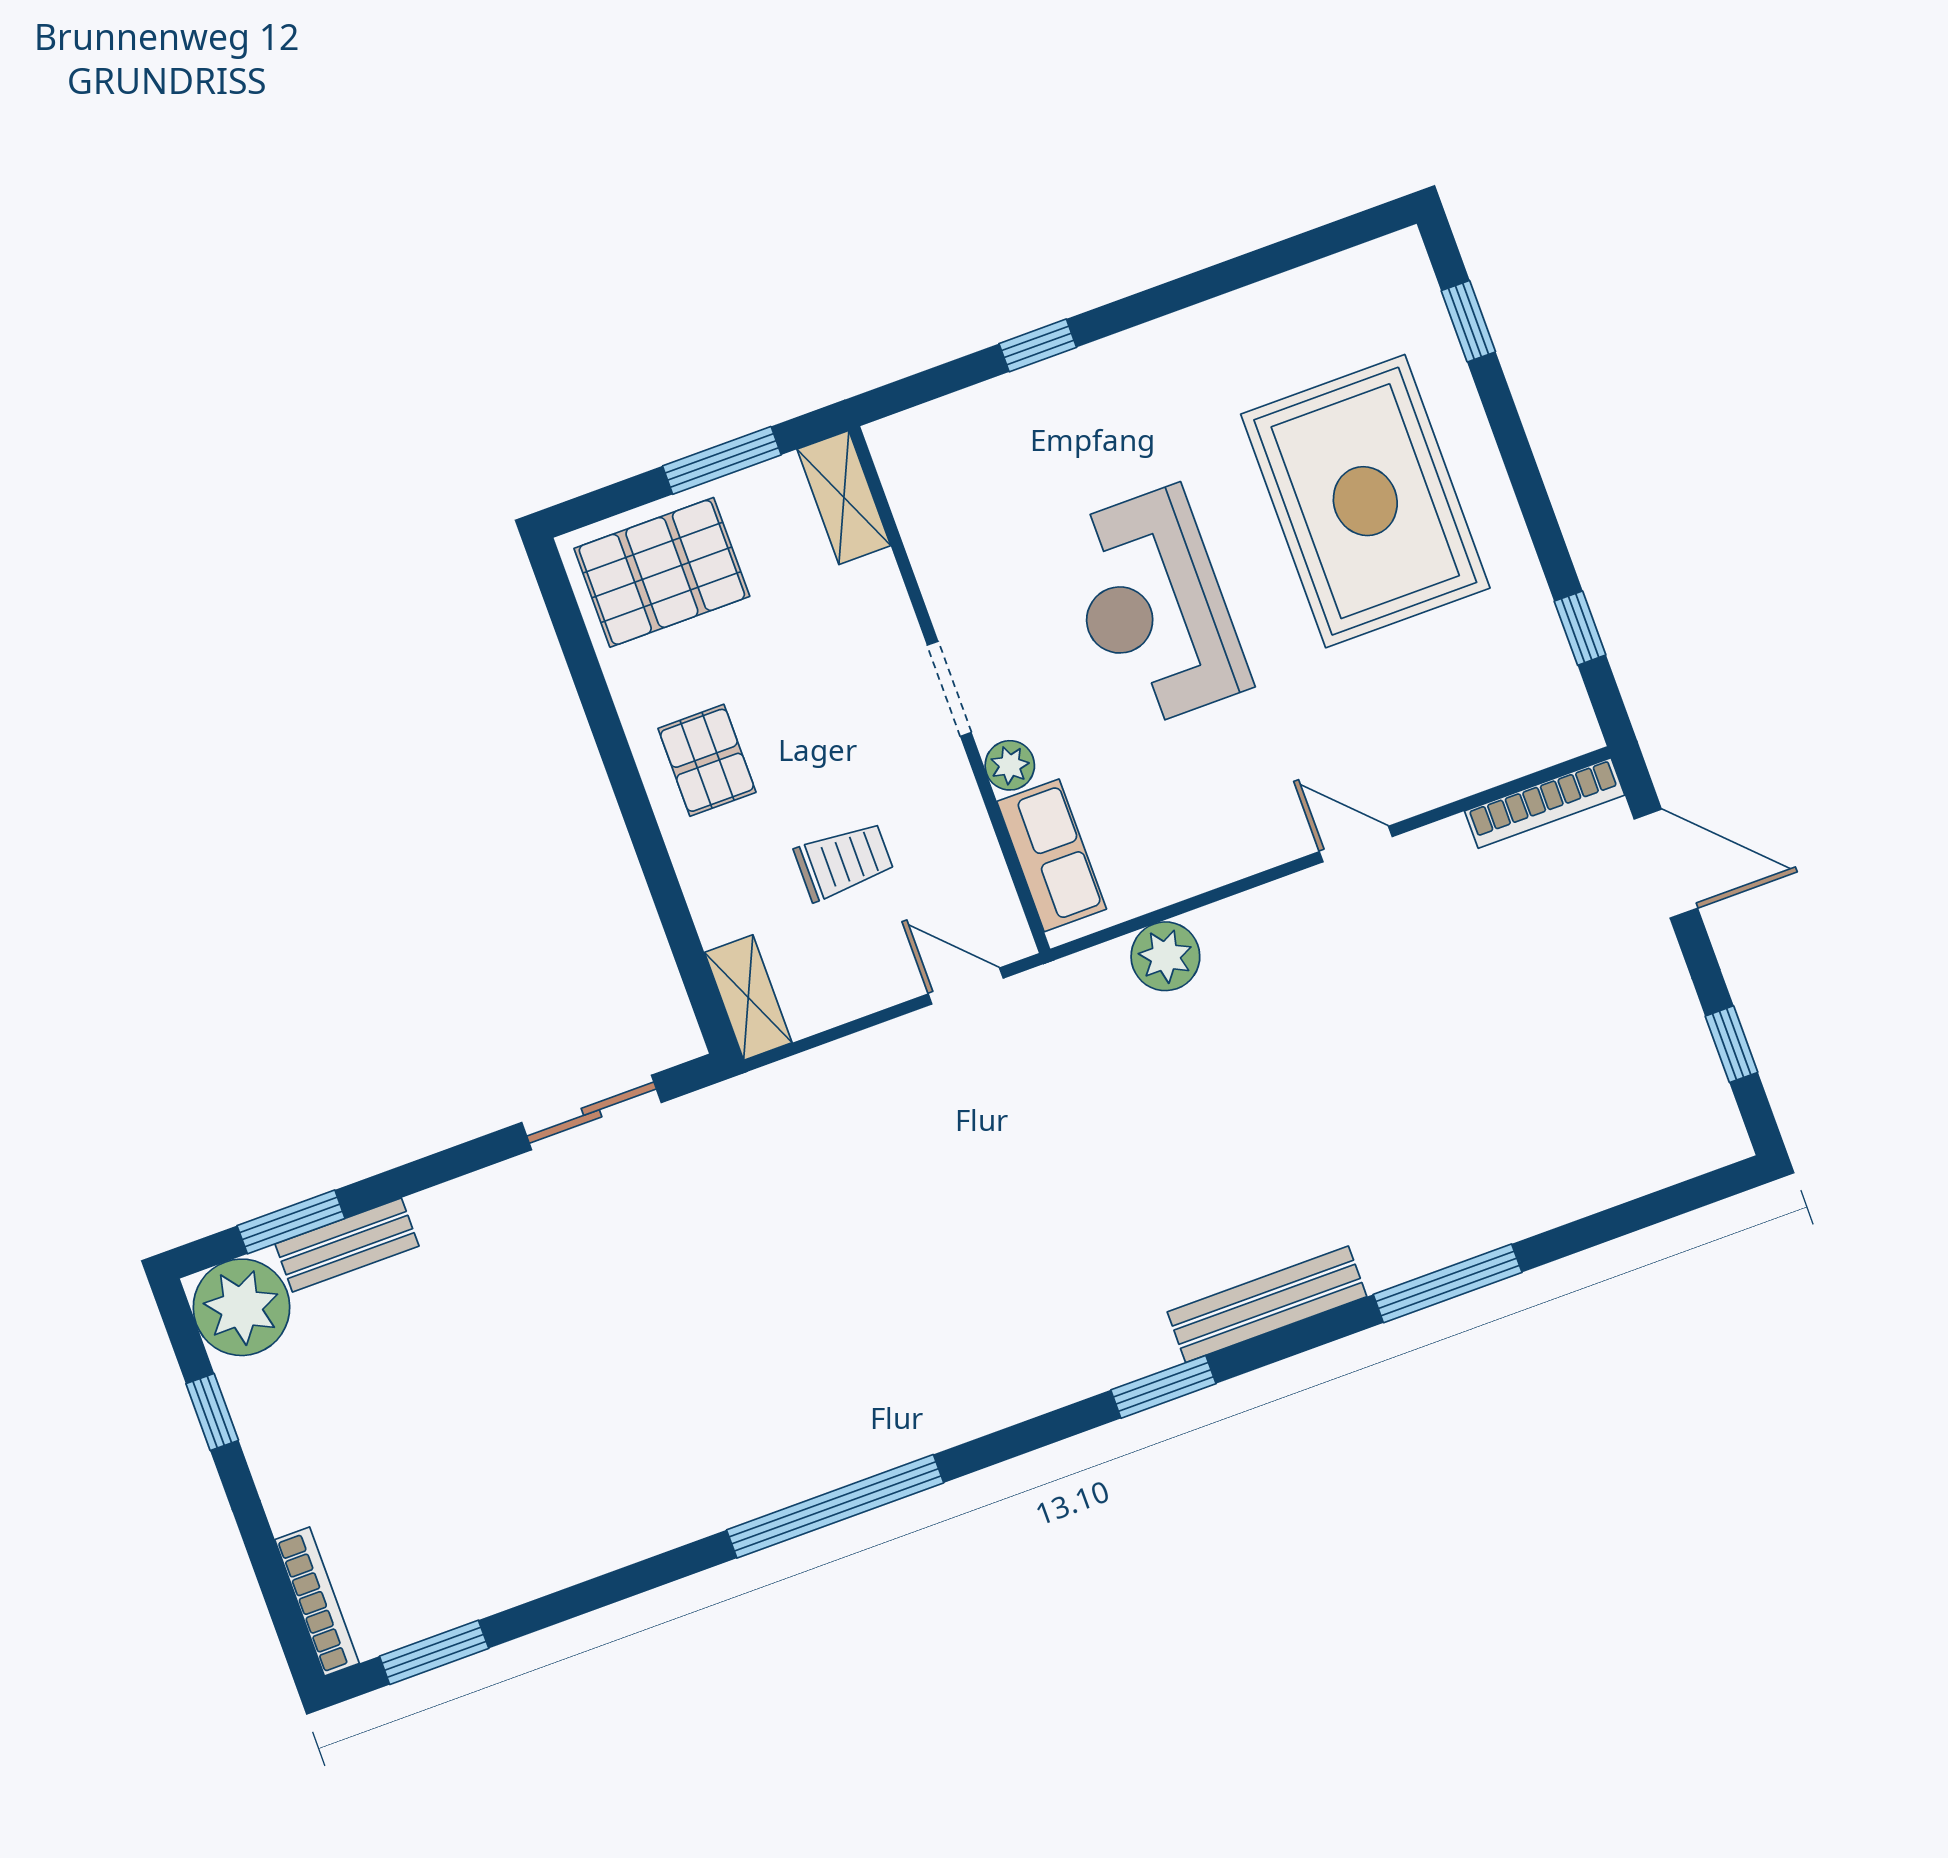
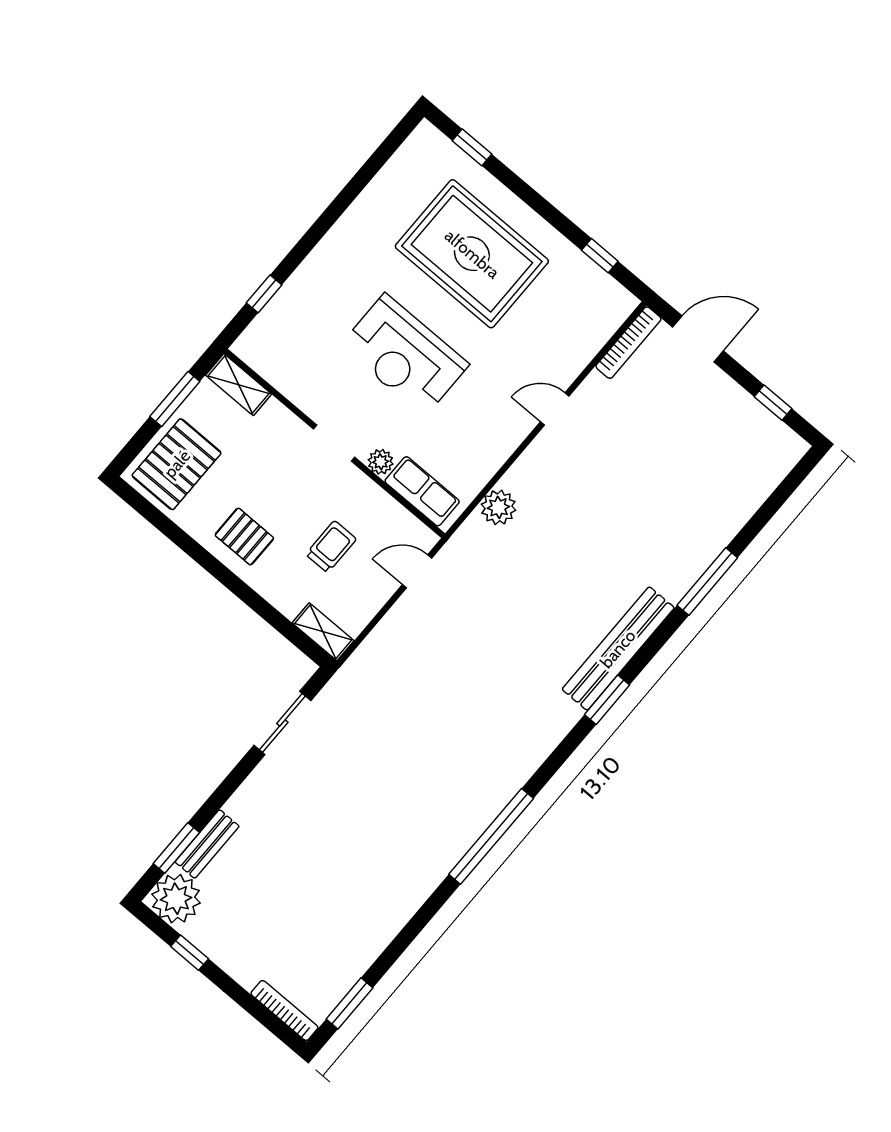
window: (1038, 345) -> (264, 294), moved
bench: (1267, 1304) -> (618, 649), width x1.37, depth x1.21

